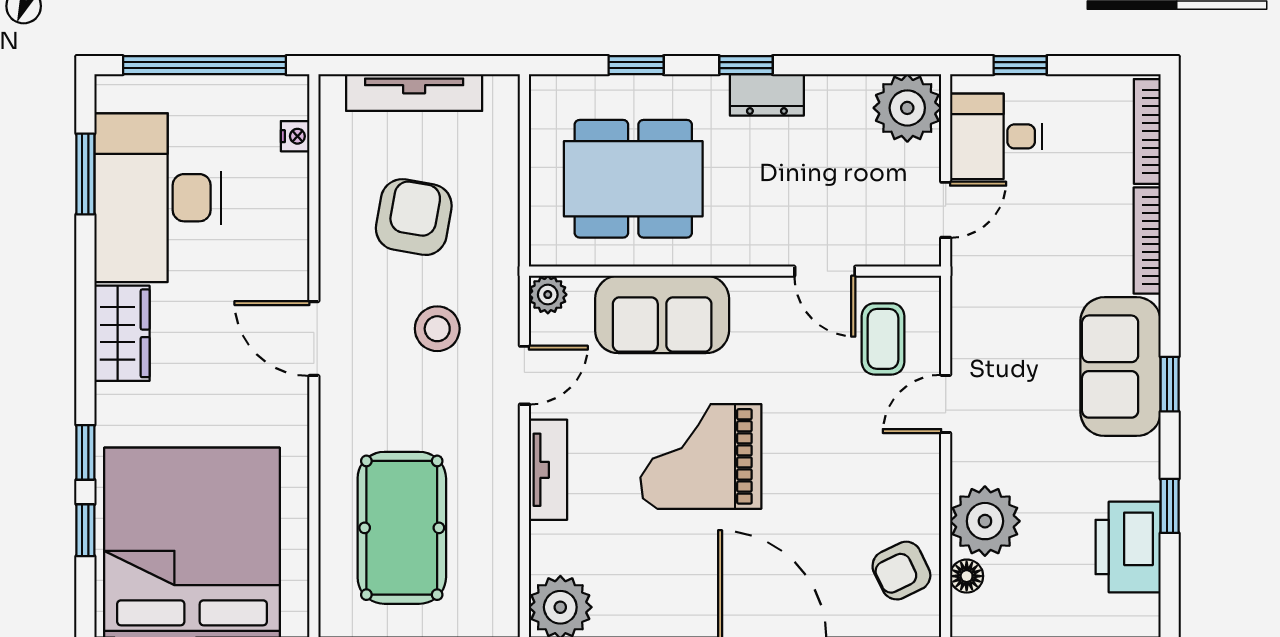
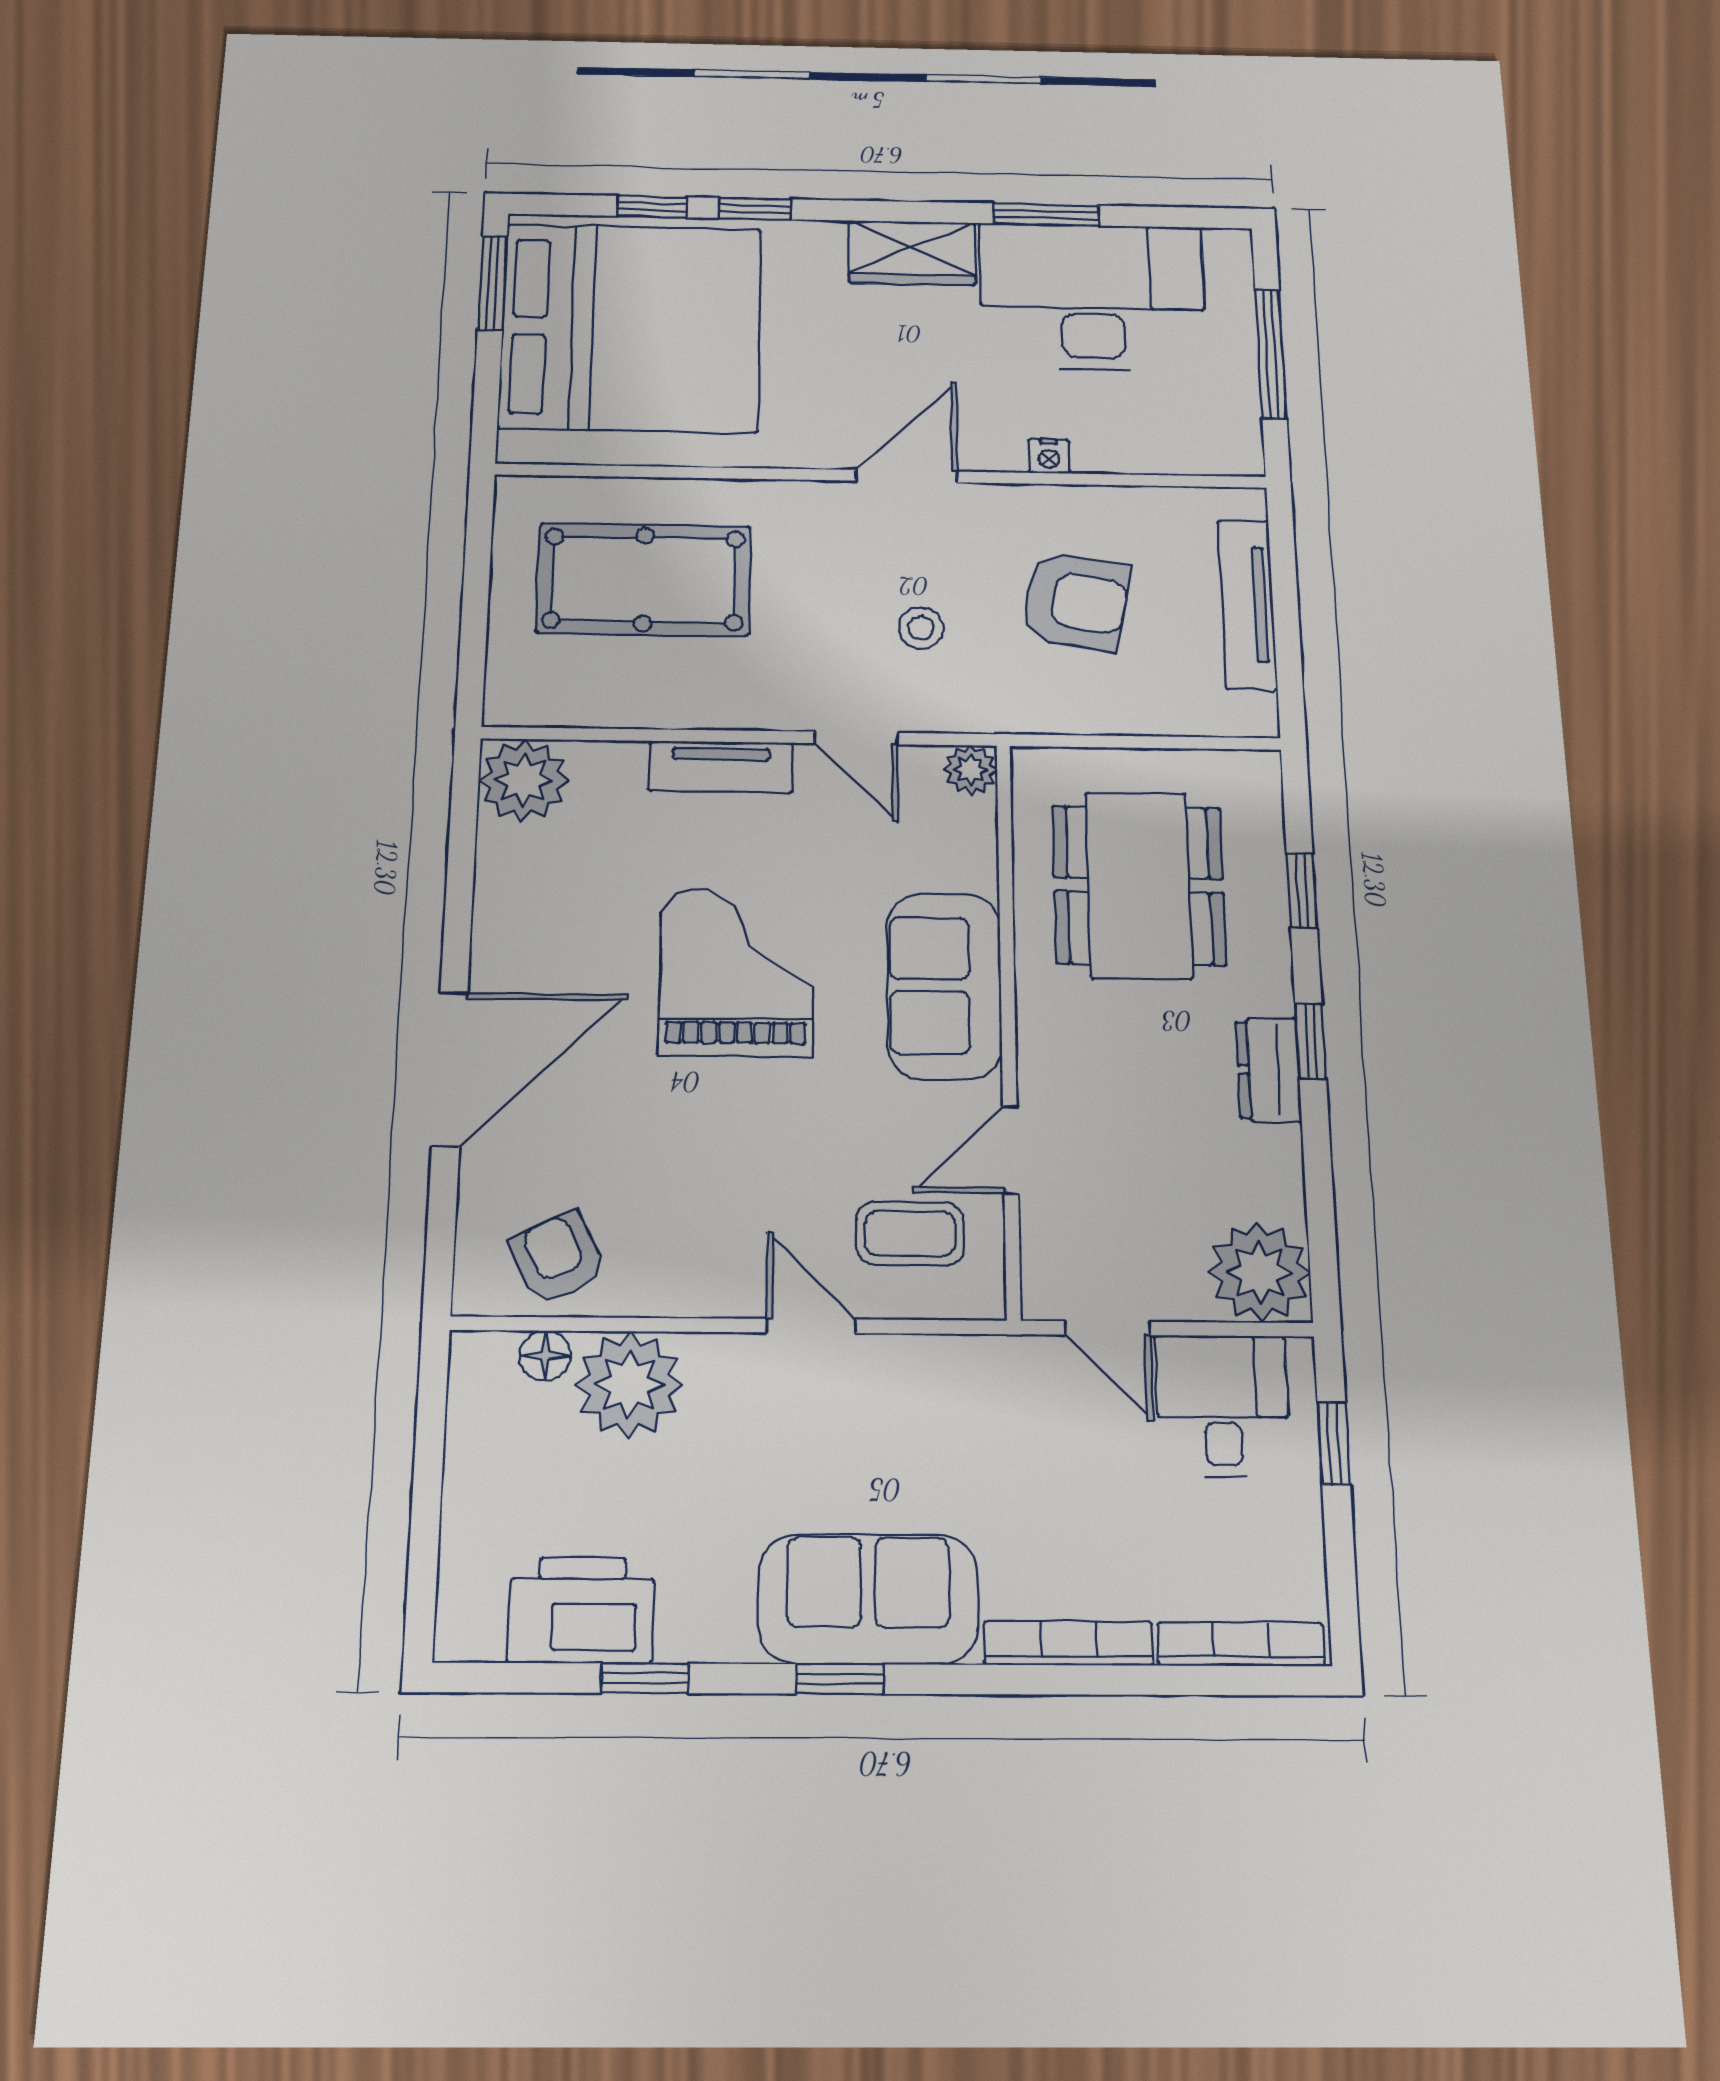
window: (204, 65) -> (1271, 354), width x0.68
nightstand: (295, 136) -> (1049, 456), moved
window: (85, 174) -> (1046, 215), moved
sofa: (662, 314) -> (944, 986), moved
stool: (437, 329) -> (921, 628), width x0.73, depth x0.73

